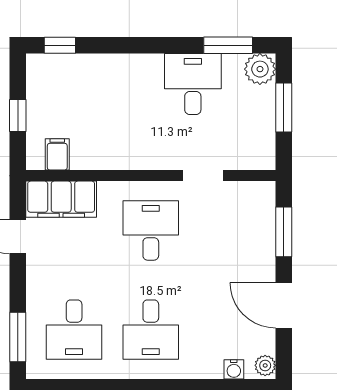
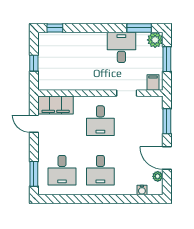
filing cabinet: (57, 154) -> (153, 83), moved
desk: (151, 230) -> (100, 121), turned 180
plant: (265, 365) -> (158, 176), moved

